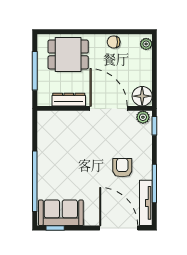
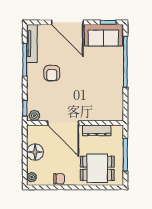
floor lamp: (142, 96) -> (35, 152), moved
door: (119, 228) -> (67, 22), moved

